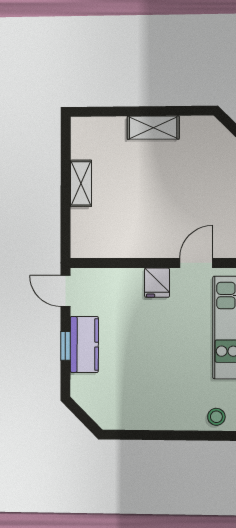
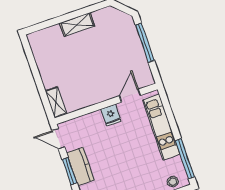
shelving: (81, 183) -> (56, 102), moved
window: (65, 346) -> (70, 171), width x1.50

